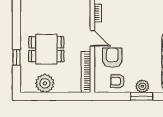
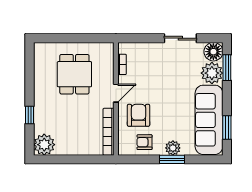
door: (92, 38) -> (116, 93), hinge flipped
dining table: (46, 49) -> (74, 74), moved, turned 90
plant: (45, 83) -> (44, 145), moved

